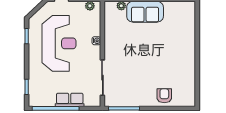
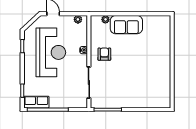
armchair: (164, 96) -> (104, 54), moved
row of seats: (70, 100) -> (36, 102), moved

